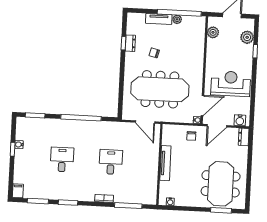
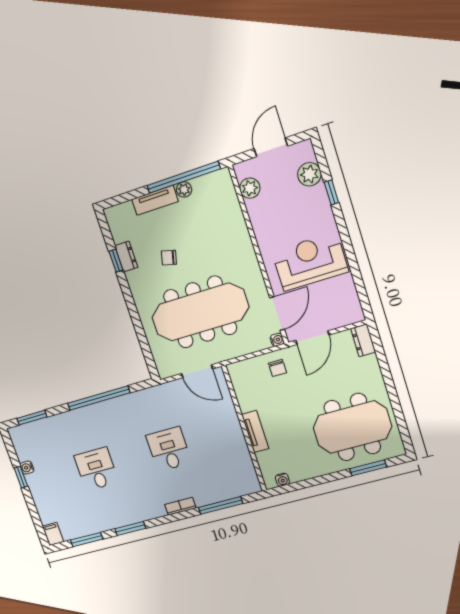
water cooler: (240, 120) -> (347, 316), removed
tv unit: (165, 163) -> (255, 431), width x0.71
meeting table: (221, 184) -> (352, 427), turned 90

